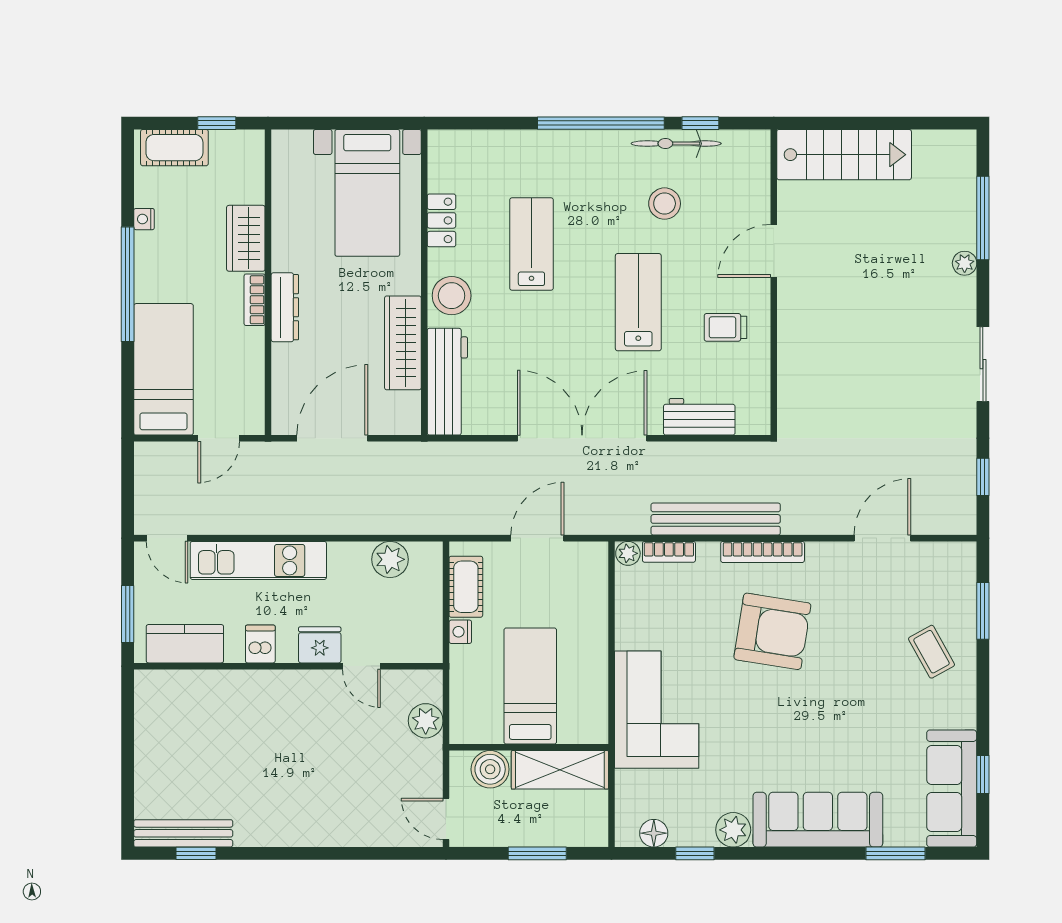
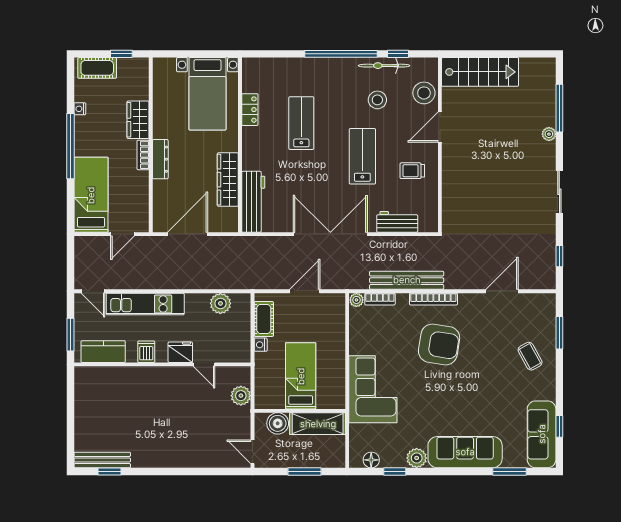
stool: (452, 296) -> (424, 93), moved

